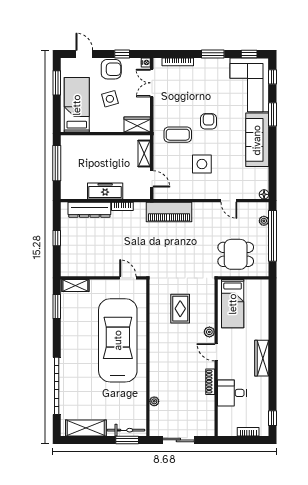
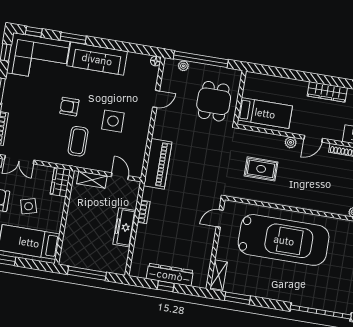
door: (152, 179) -> (120, 176), hinge flipped
dresser: (89, 210) -> (170, 275), moved, turned -90
car: (118, 340) -> (284, 240), turned 180

